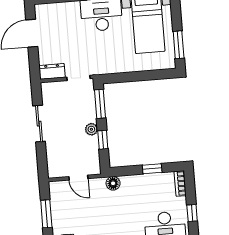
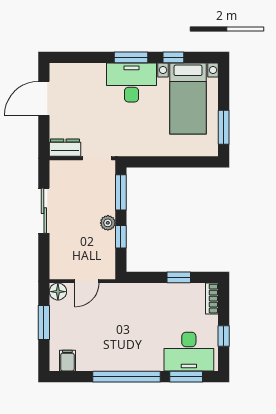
door: (78, 178) -> (87, 281), hinge flipped
floor lamp: (113, 183) -> (58, 292), moved

